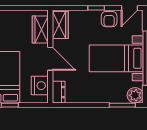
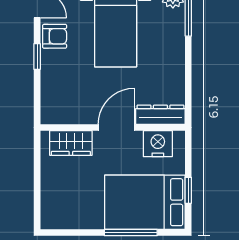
wardrobe: (60, 25) -> (64, 112), removed
dresser: (59, 92) -> (160, 115), width x1.44

